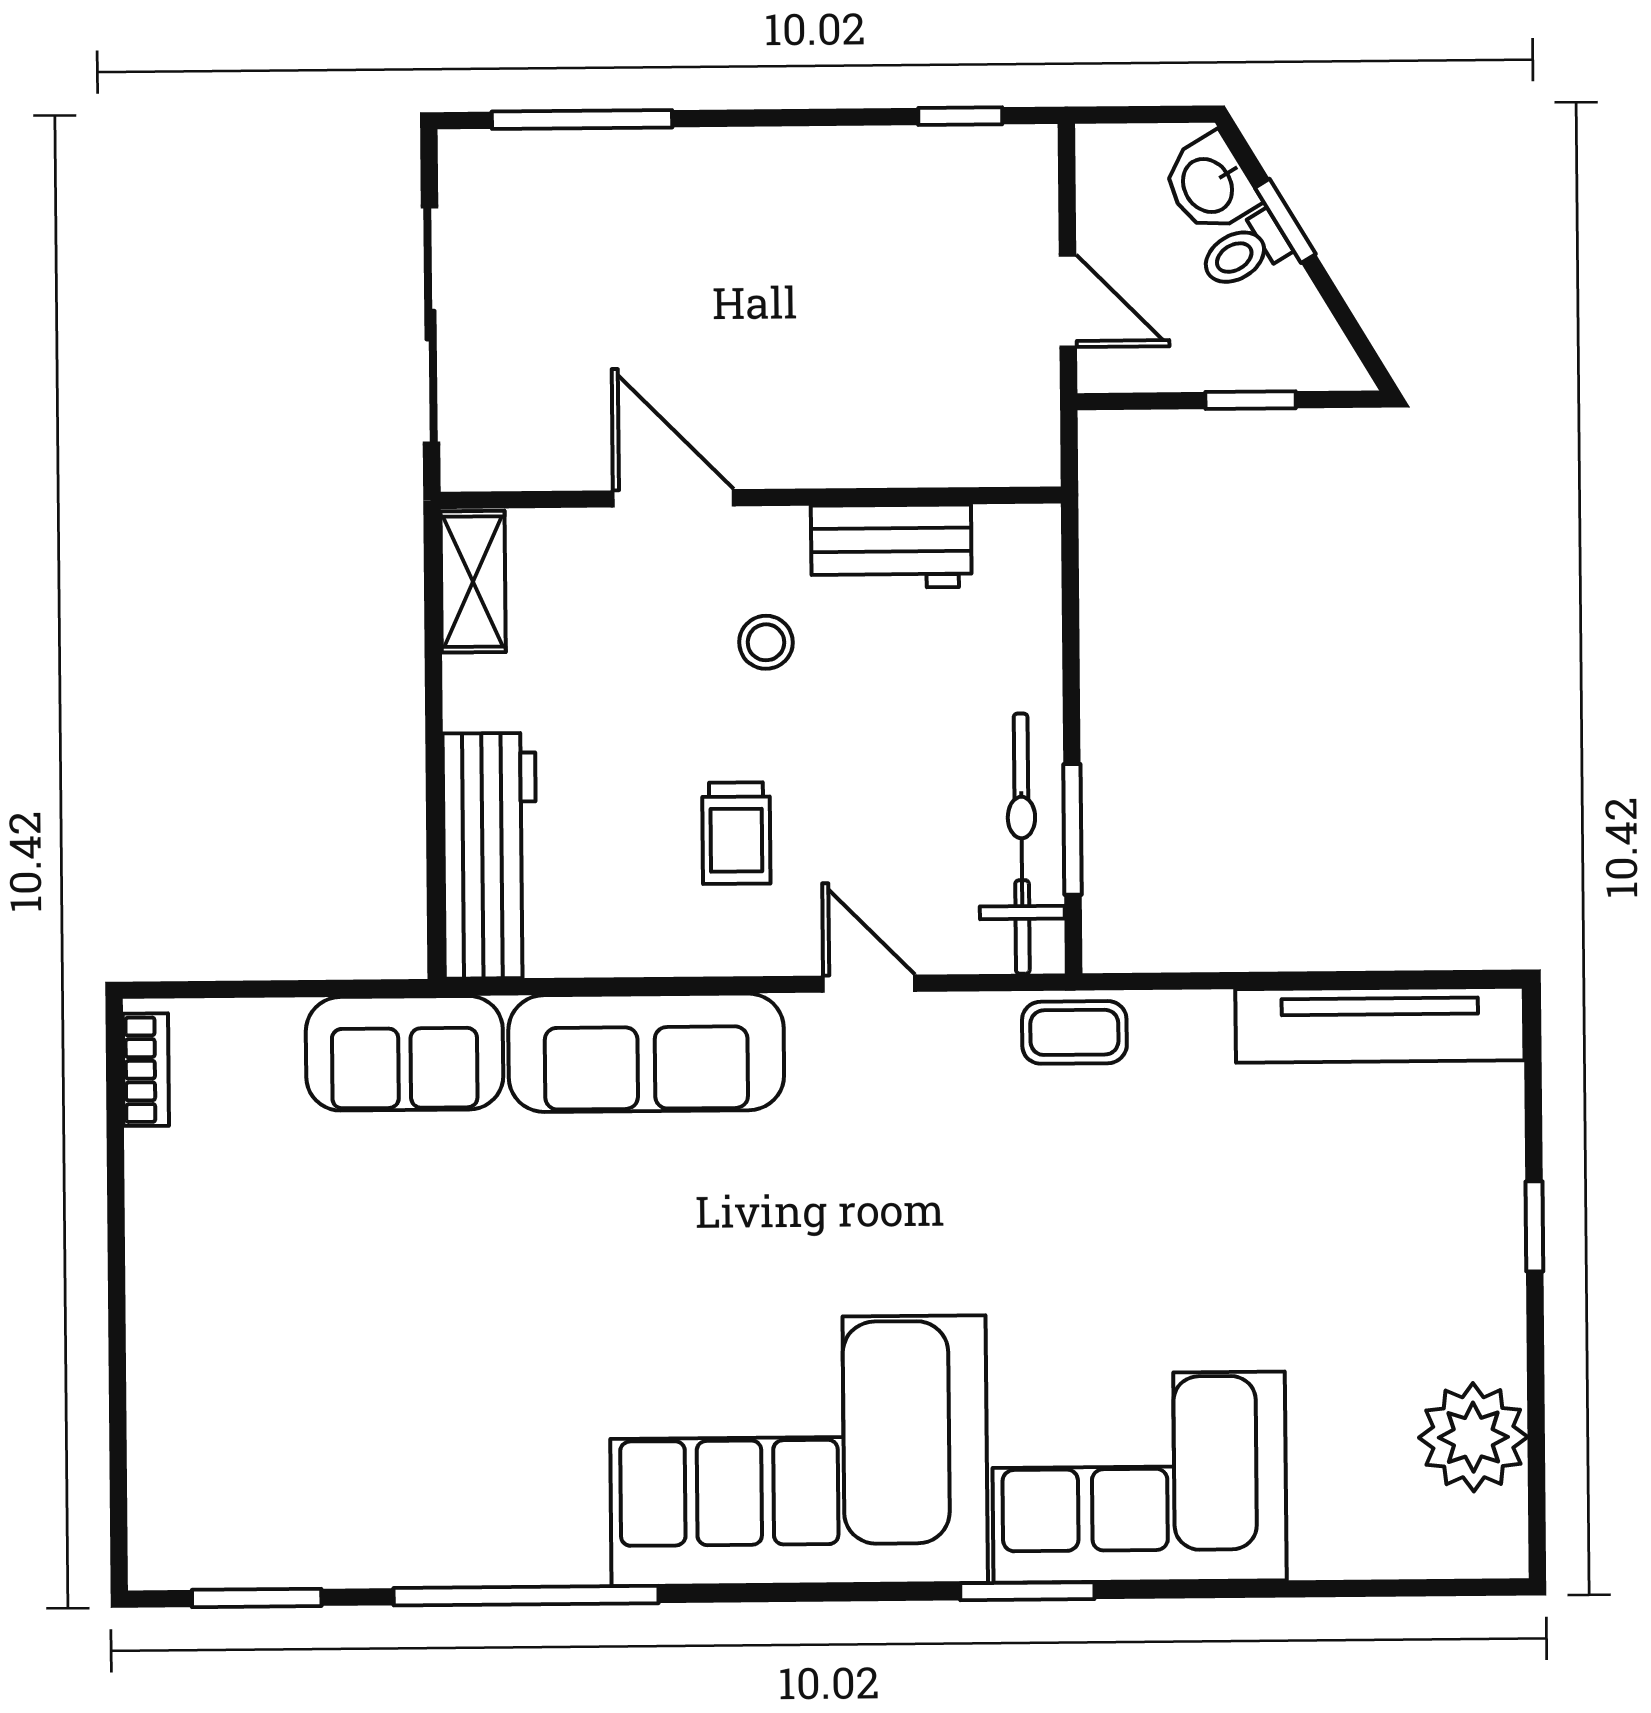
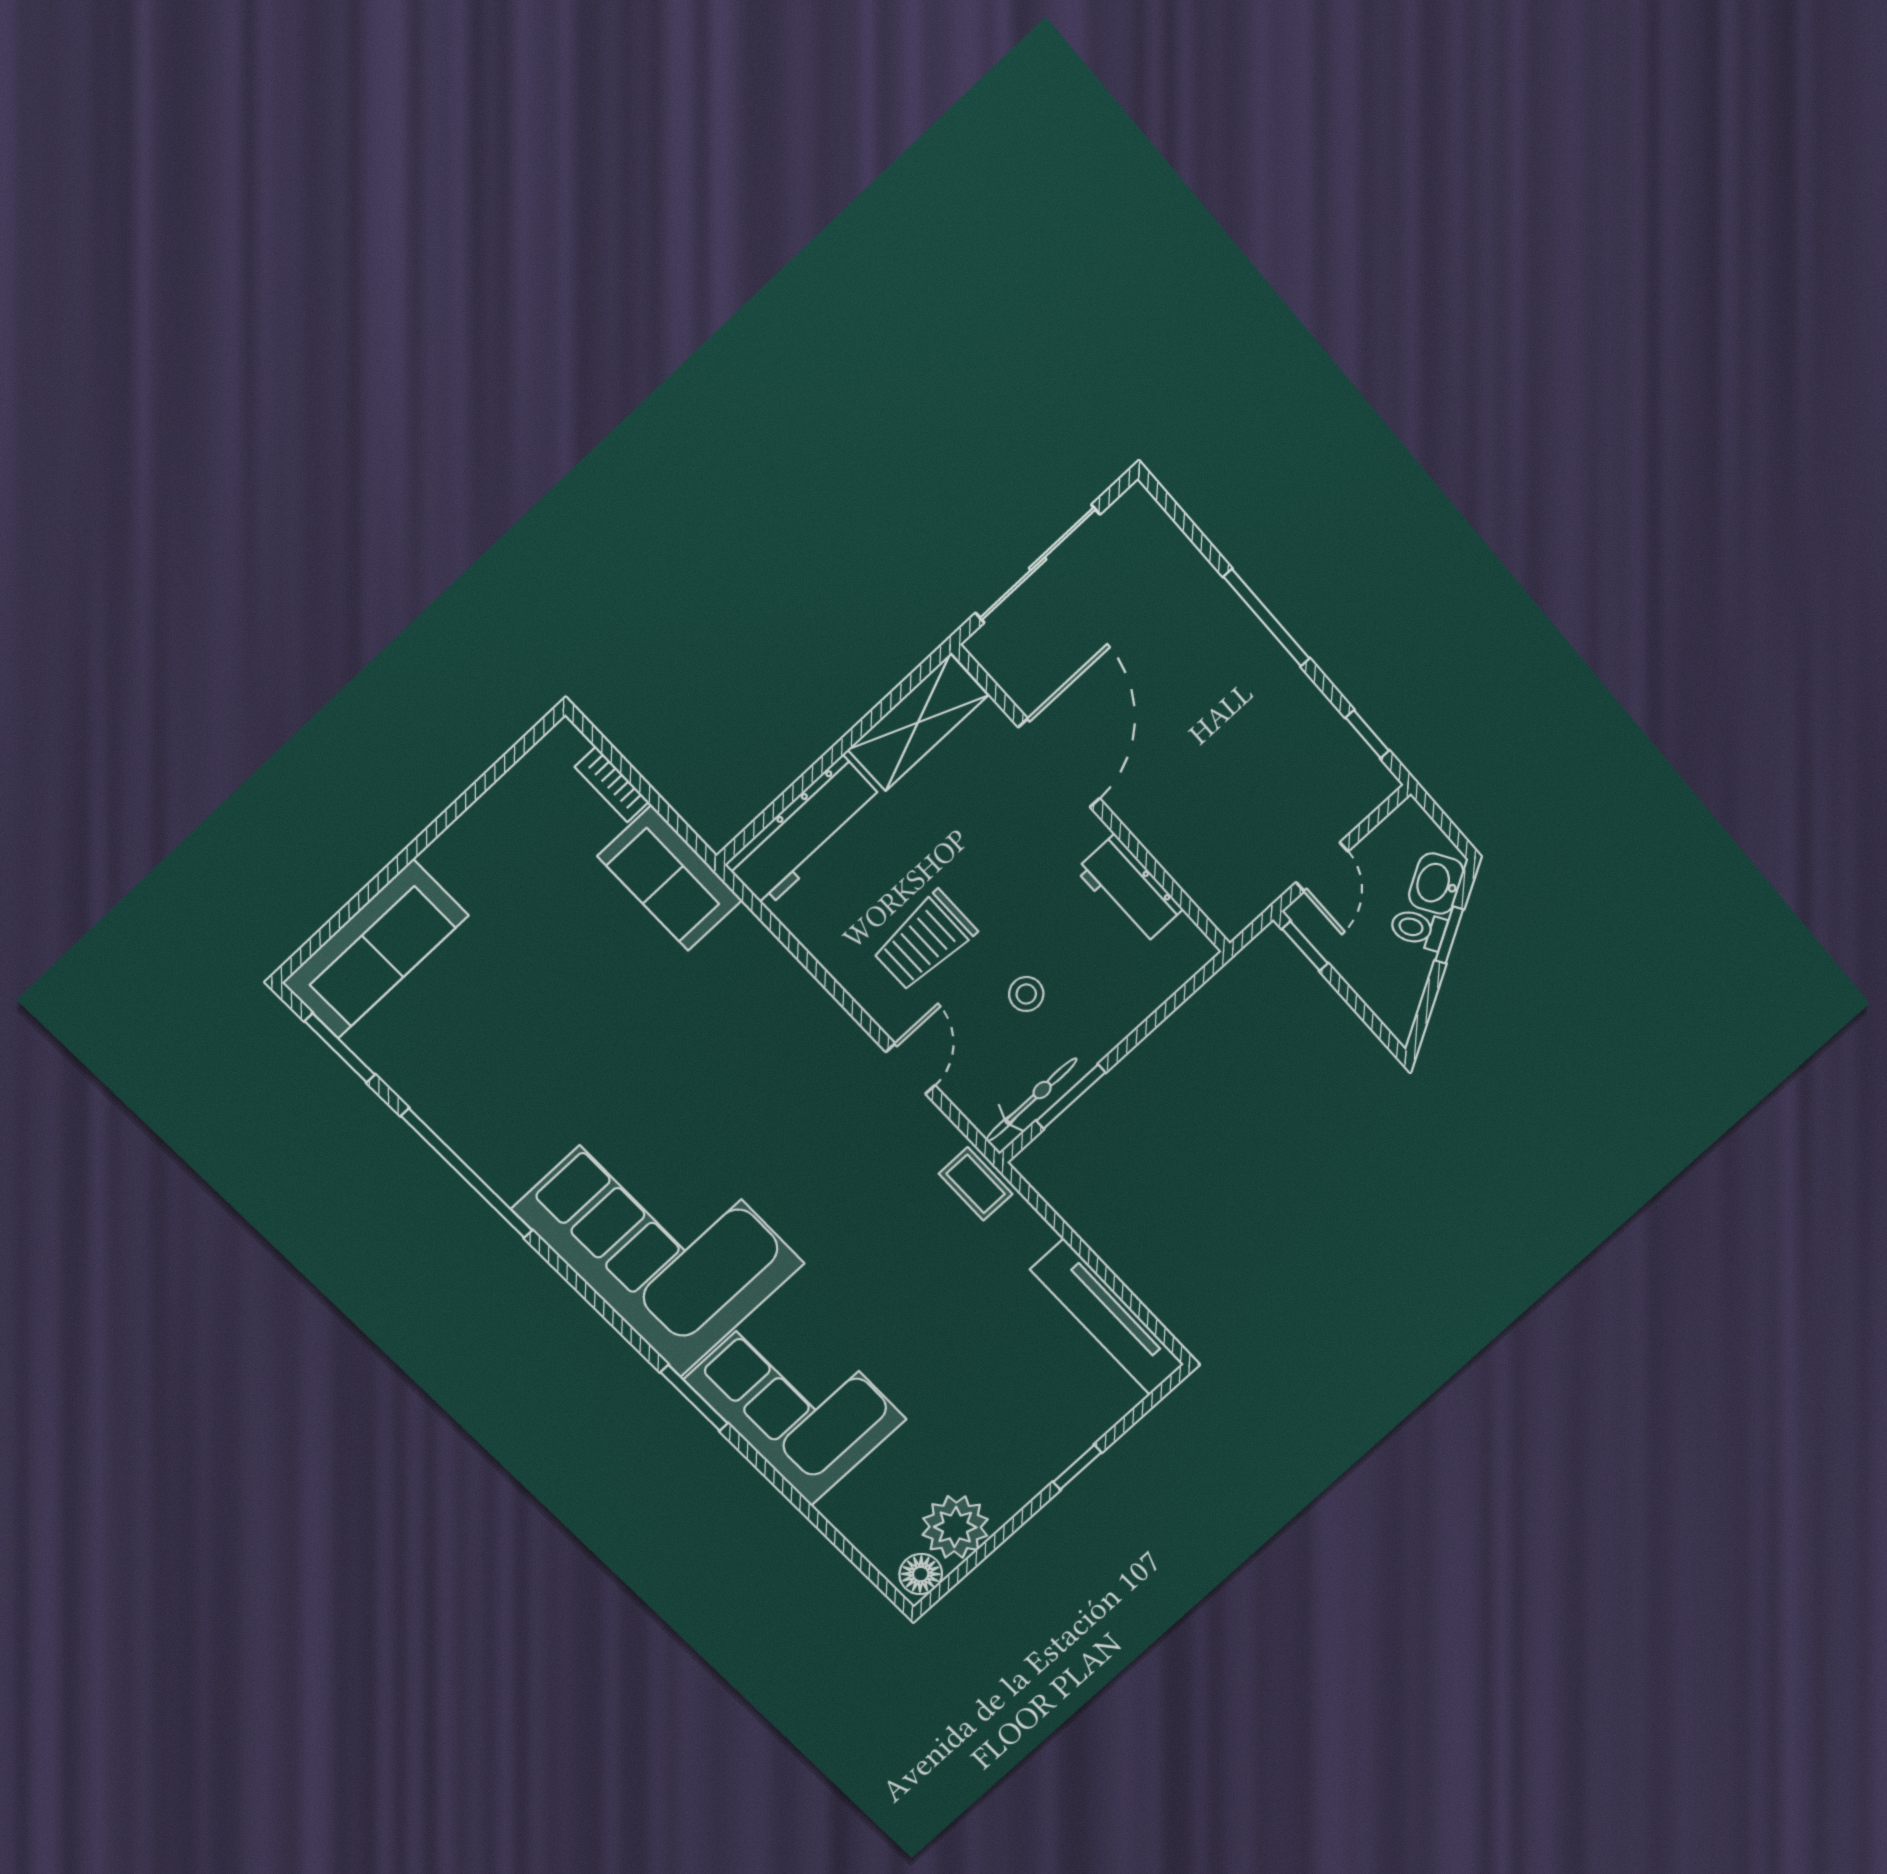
window: (582, 120) -> (1267, 618), moved
window: (1251, 400) -> (1305, 946), moved
door: (673, 498) -> (1059, 763), width x1.36
shelving: (473, 582) -> (918, 722), width x1.50, depth x1.33
stool: (766, 642) -> (1026, 994), moved
trolley: (736, 833) -> (925, 941), width x1.36, depth x1.39
bicycle: (1022, 844) -> (1031, 1100), width x0.73, depth x0.71
sofa: (646, 1053) -> (375, 949), moved, turned -90
bookcase: (146, 1070) -> (612, 784), moved, turned 90
floor lamp: (1494, 1532) -> (921, 1574), added

